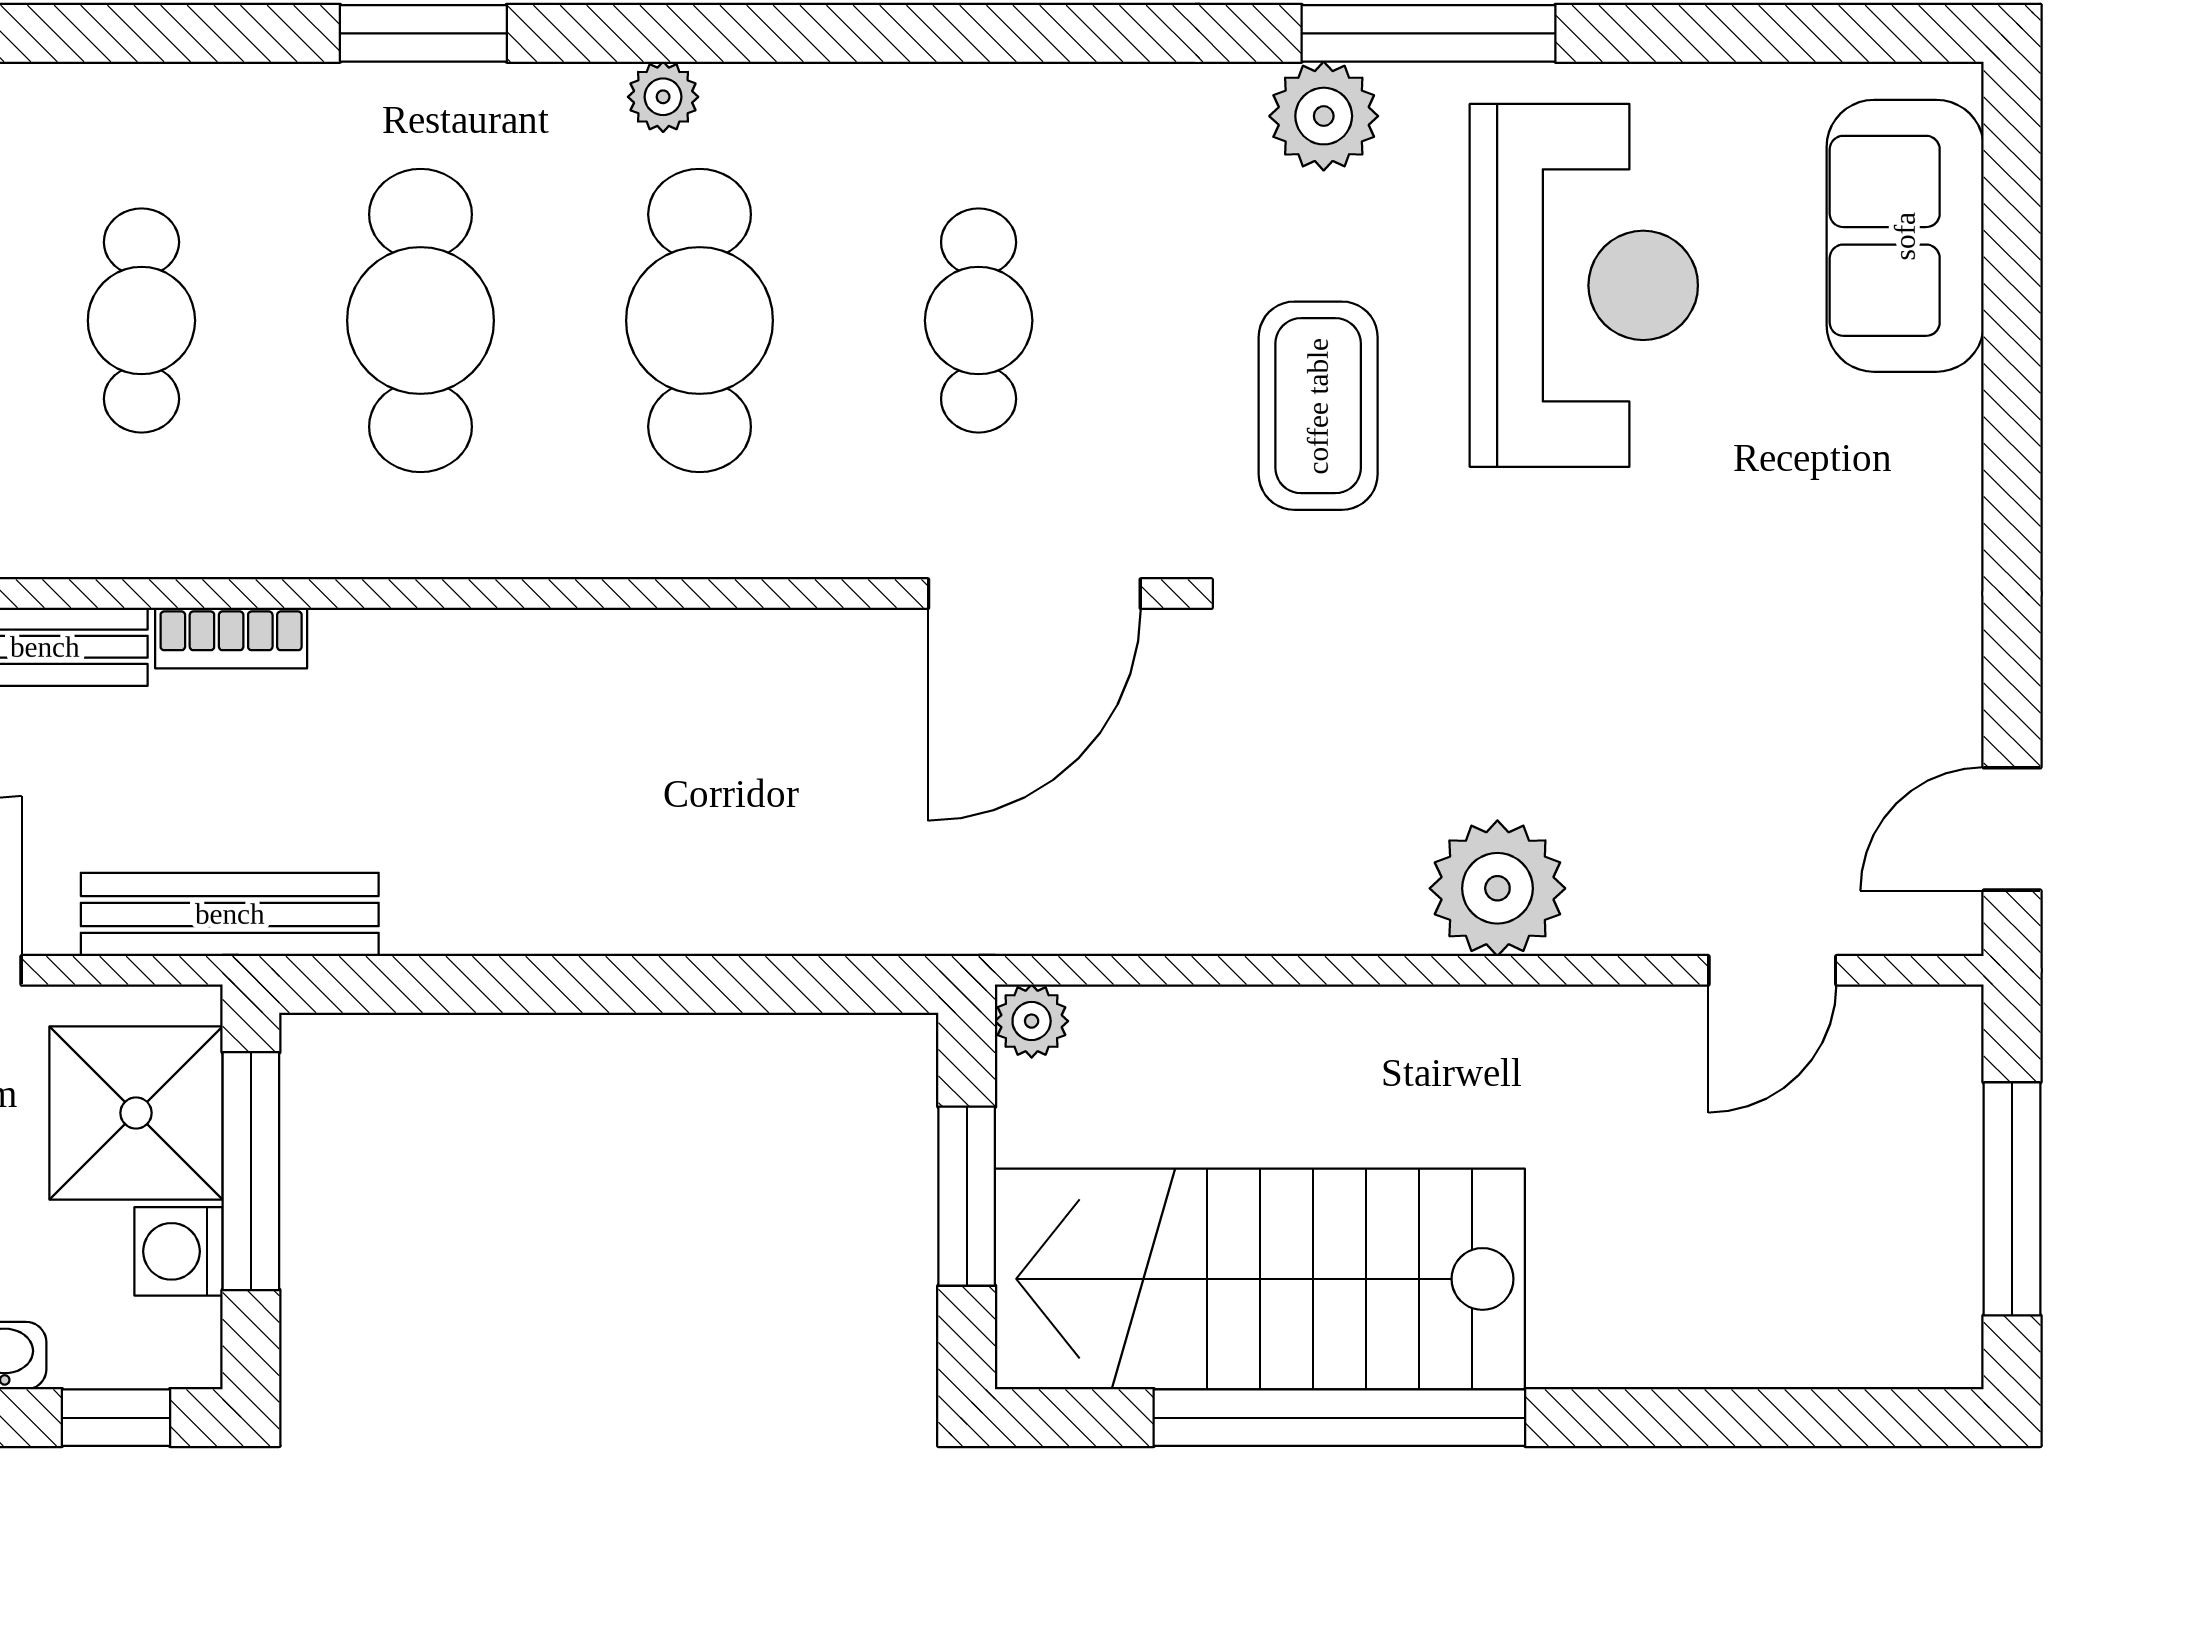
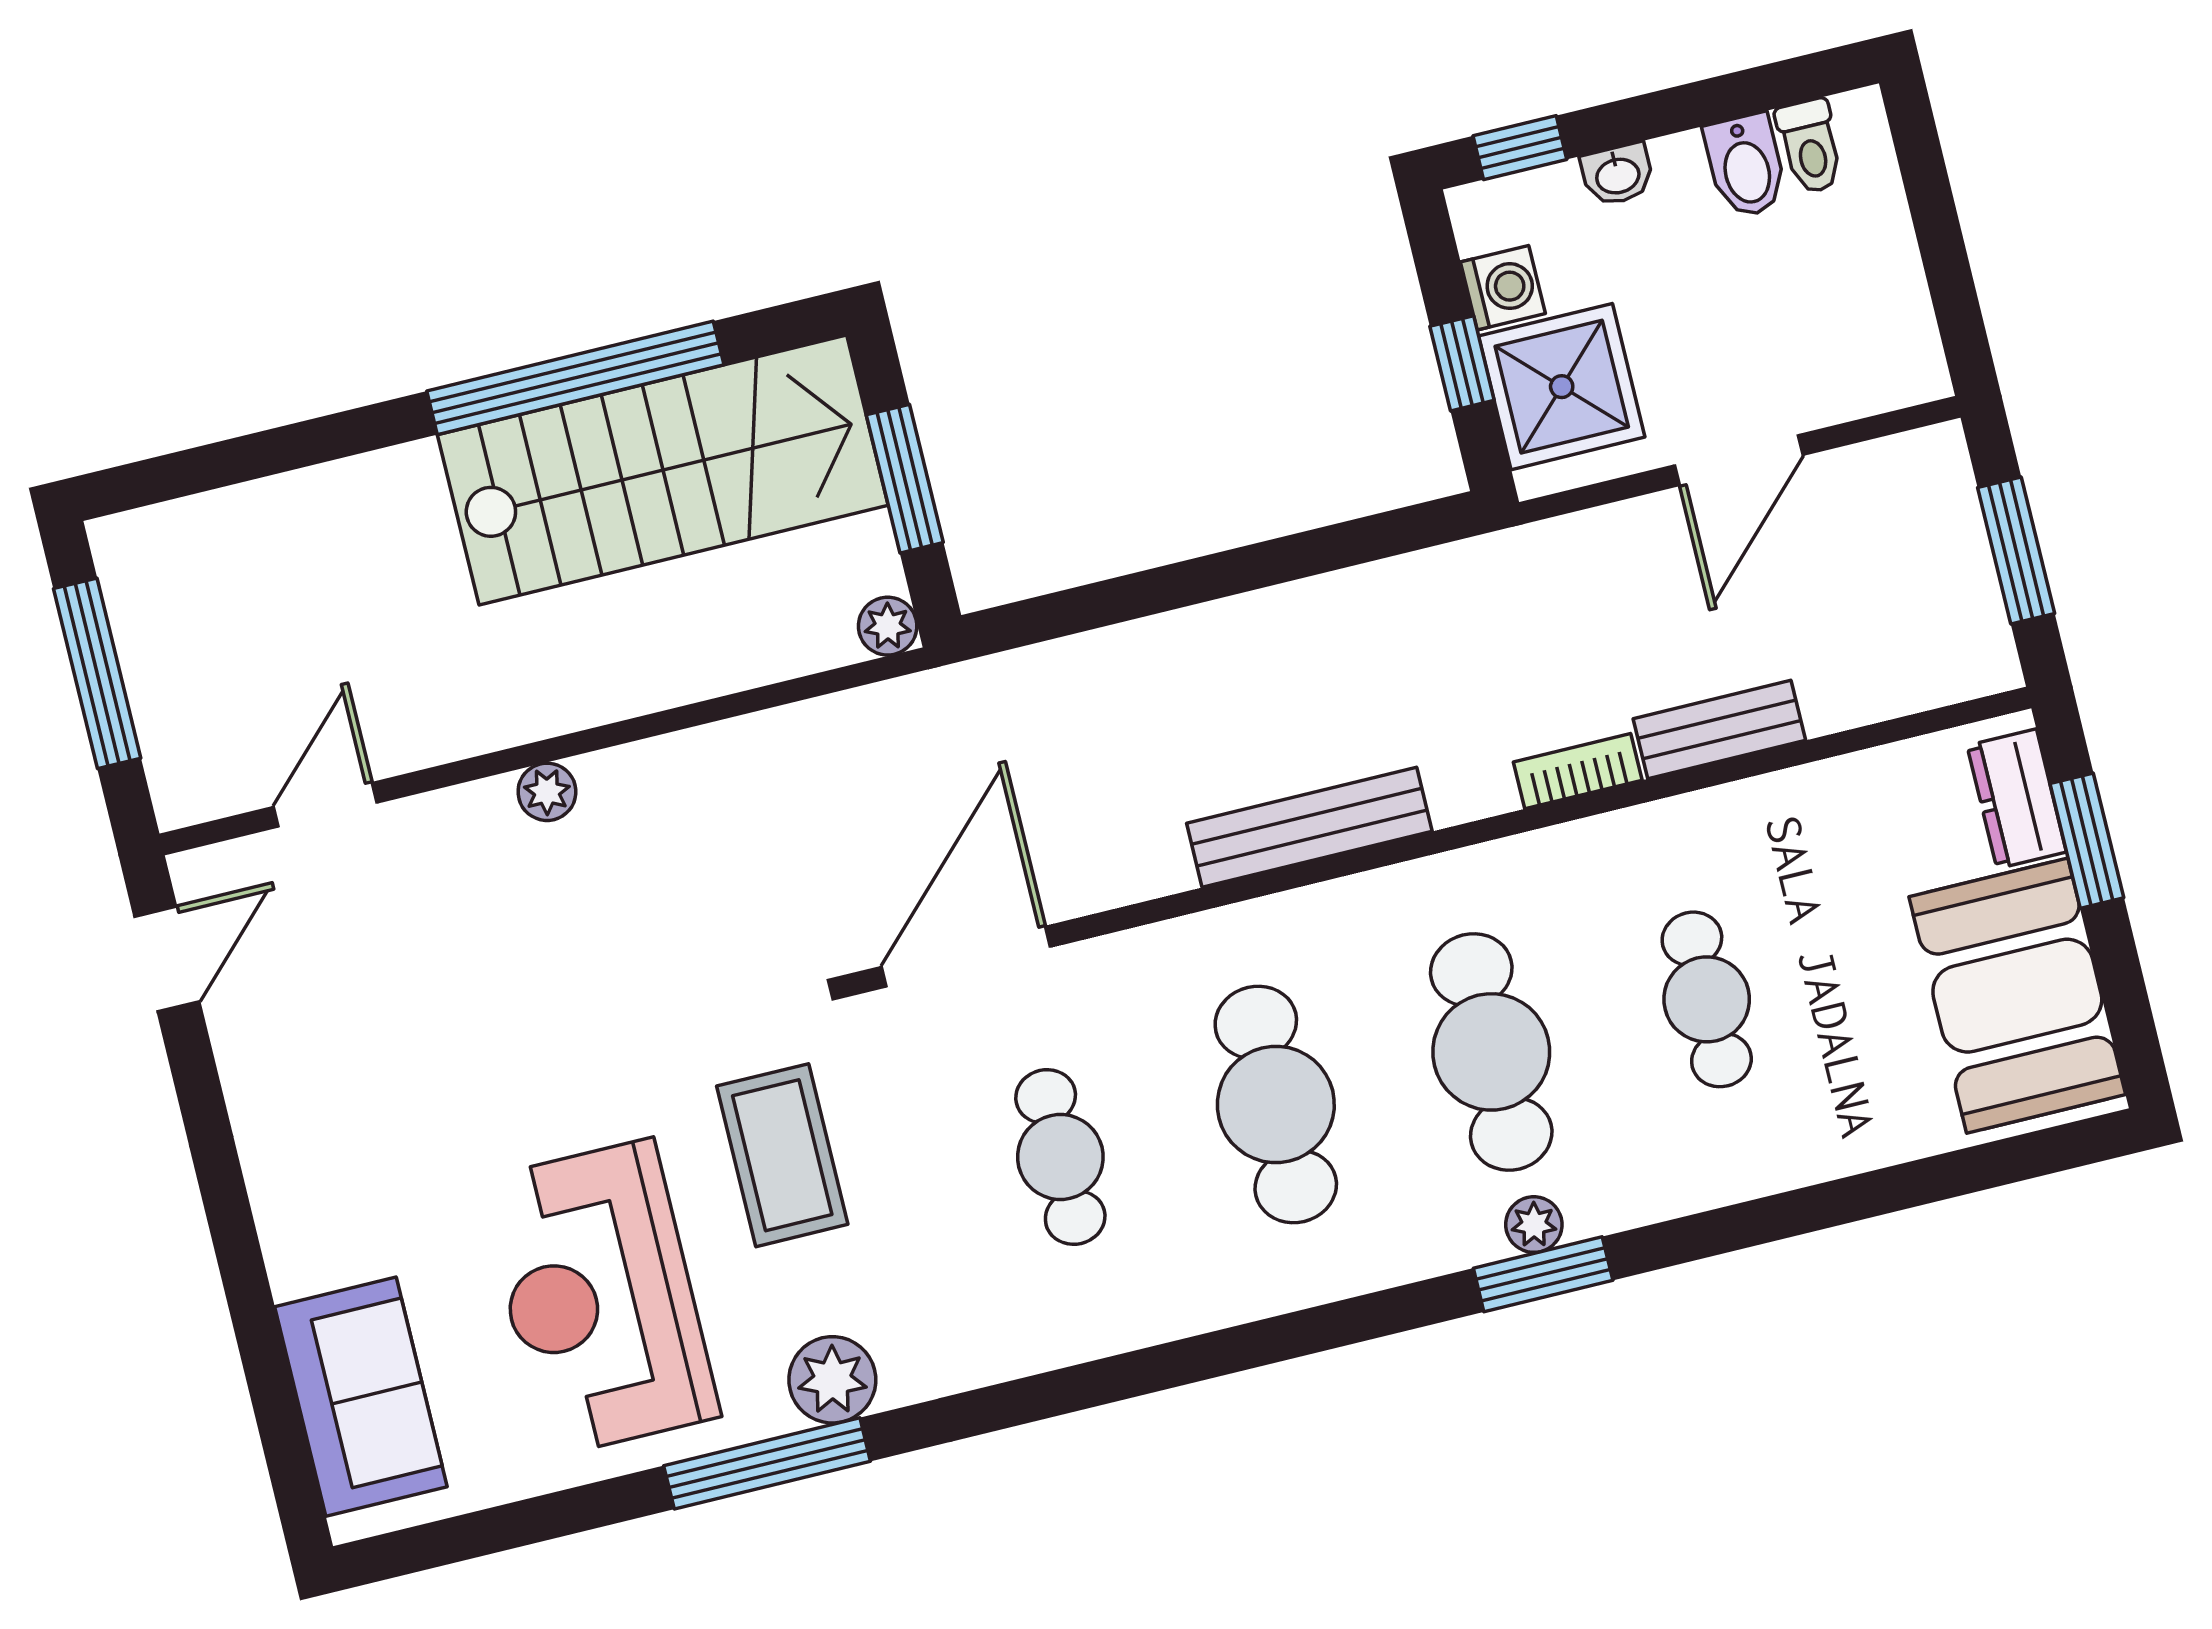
plant: (663, 97) -> (1534, 1225), moved
plant: (1497, 888) -> (547, 792), width x0.53, depth x0.53
bench: (230, 914) -> (1309, 827), moved
window: (251, 1171) -> (1462, 363), width x0.46

